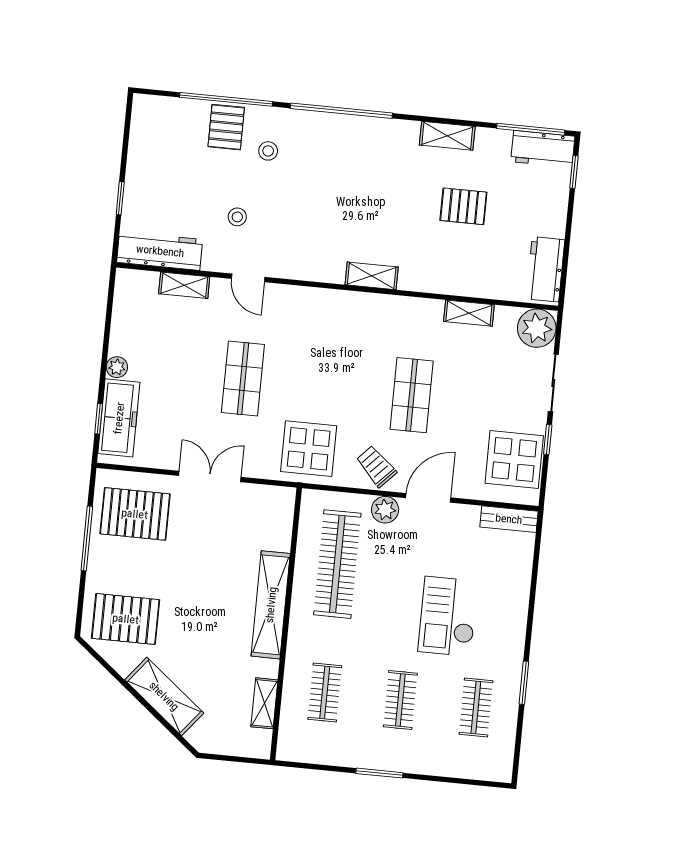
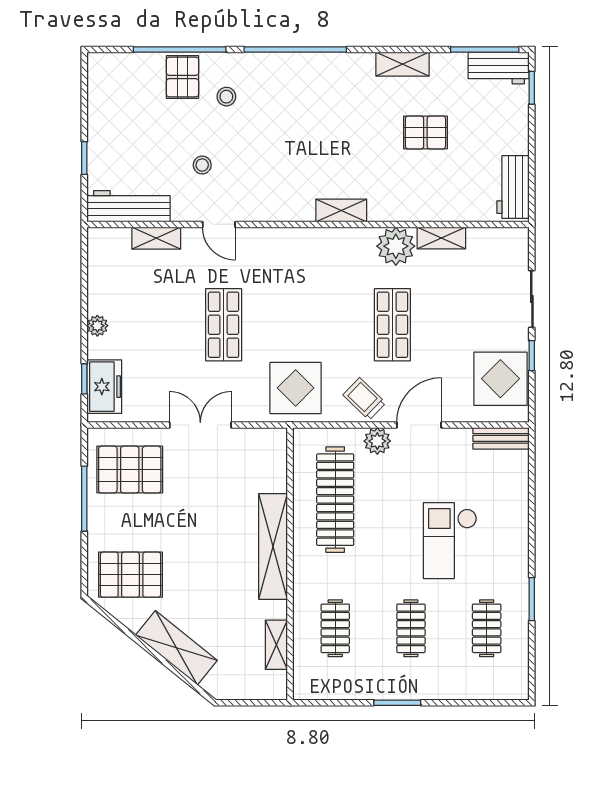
plant: (537, 328) -> (396, 246), moved
freezer: (119, 418) -> (104, 387), width x0.71

